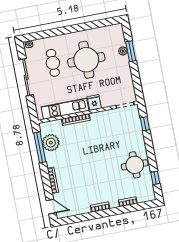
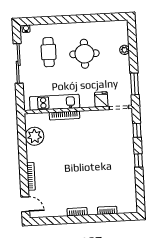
window: (131, 51) -> (135, 84), moved
round table: (86, 60) -> (84, 54), width x0.73, depth x0.73
fridge: (94, 102) -> (101, 99), moved
window: (40, 147) -> (22, 140), removed
round table: (135, 165) -> (120, 172), removed
window: (155, 178) -> (138, 160), moved

